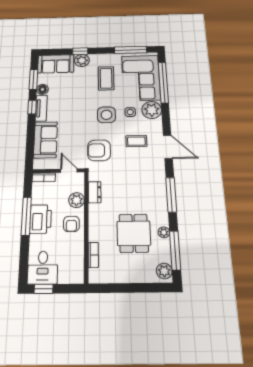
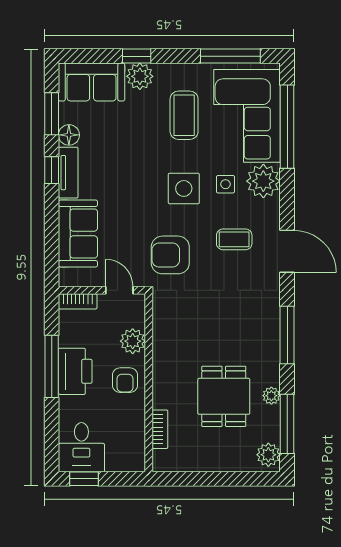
dresser: (95, 192) -> (162, 328), removed

